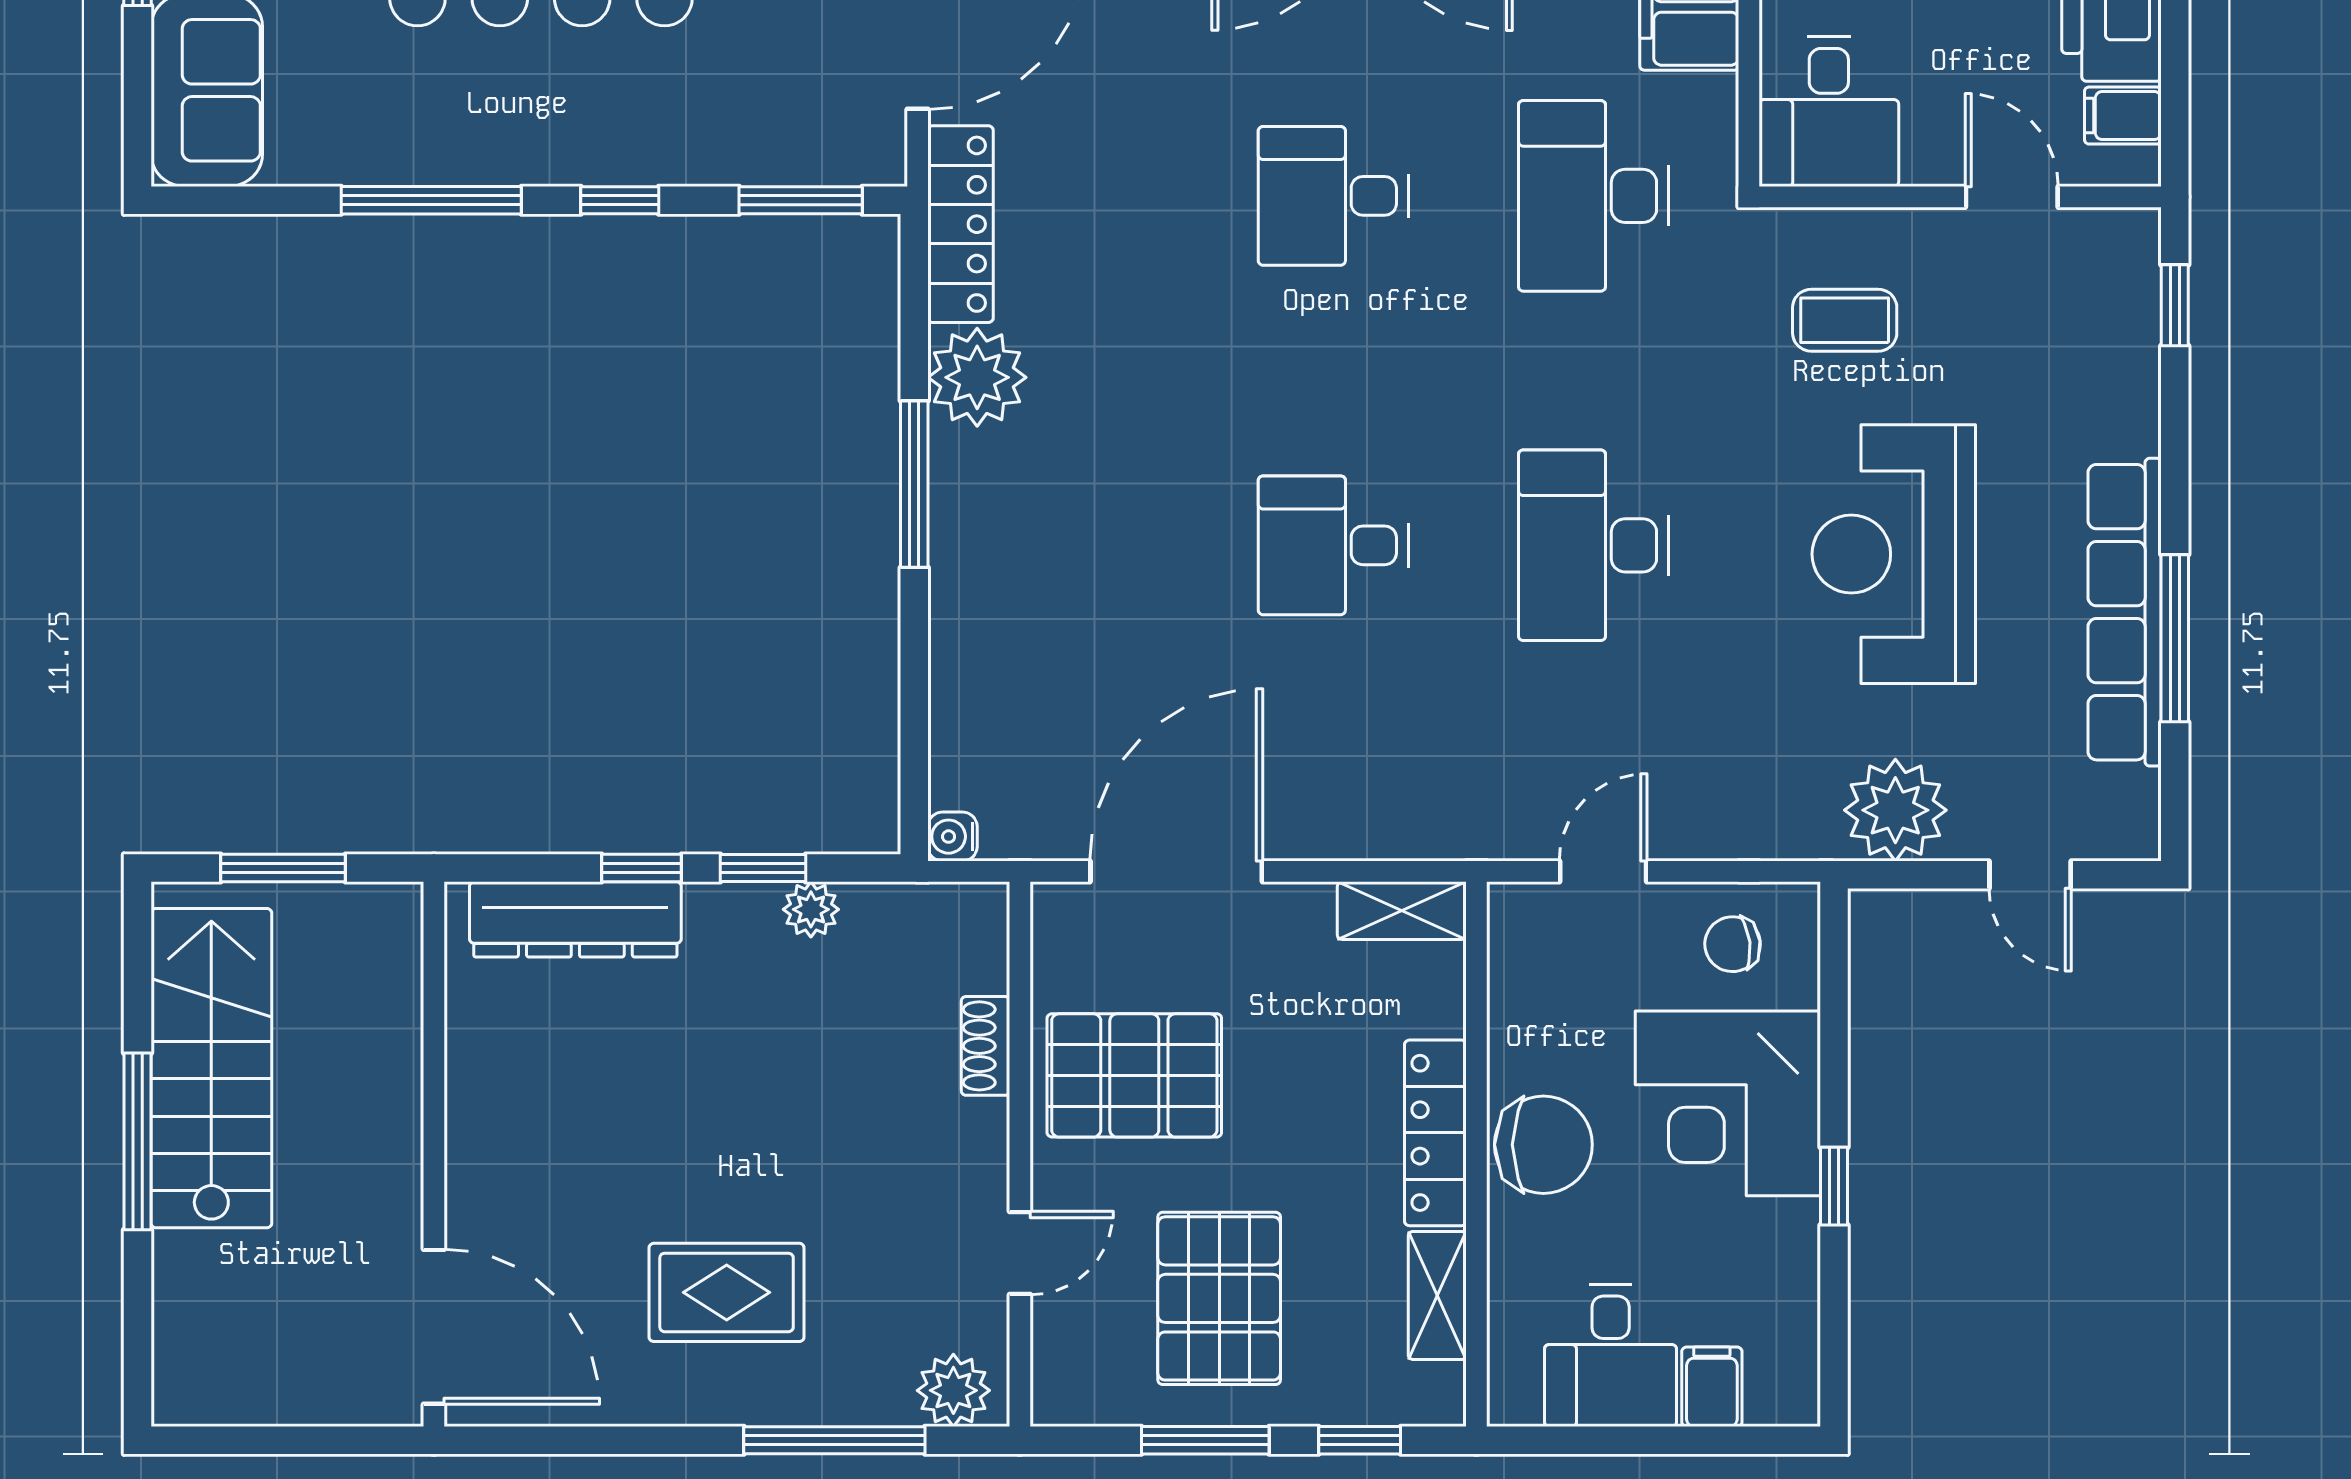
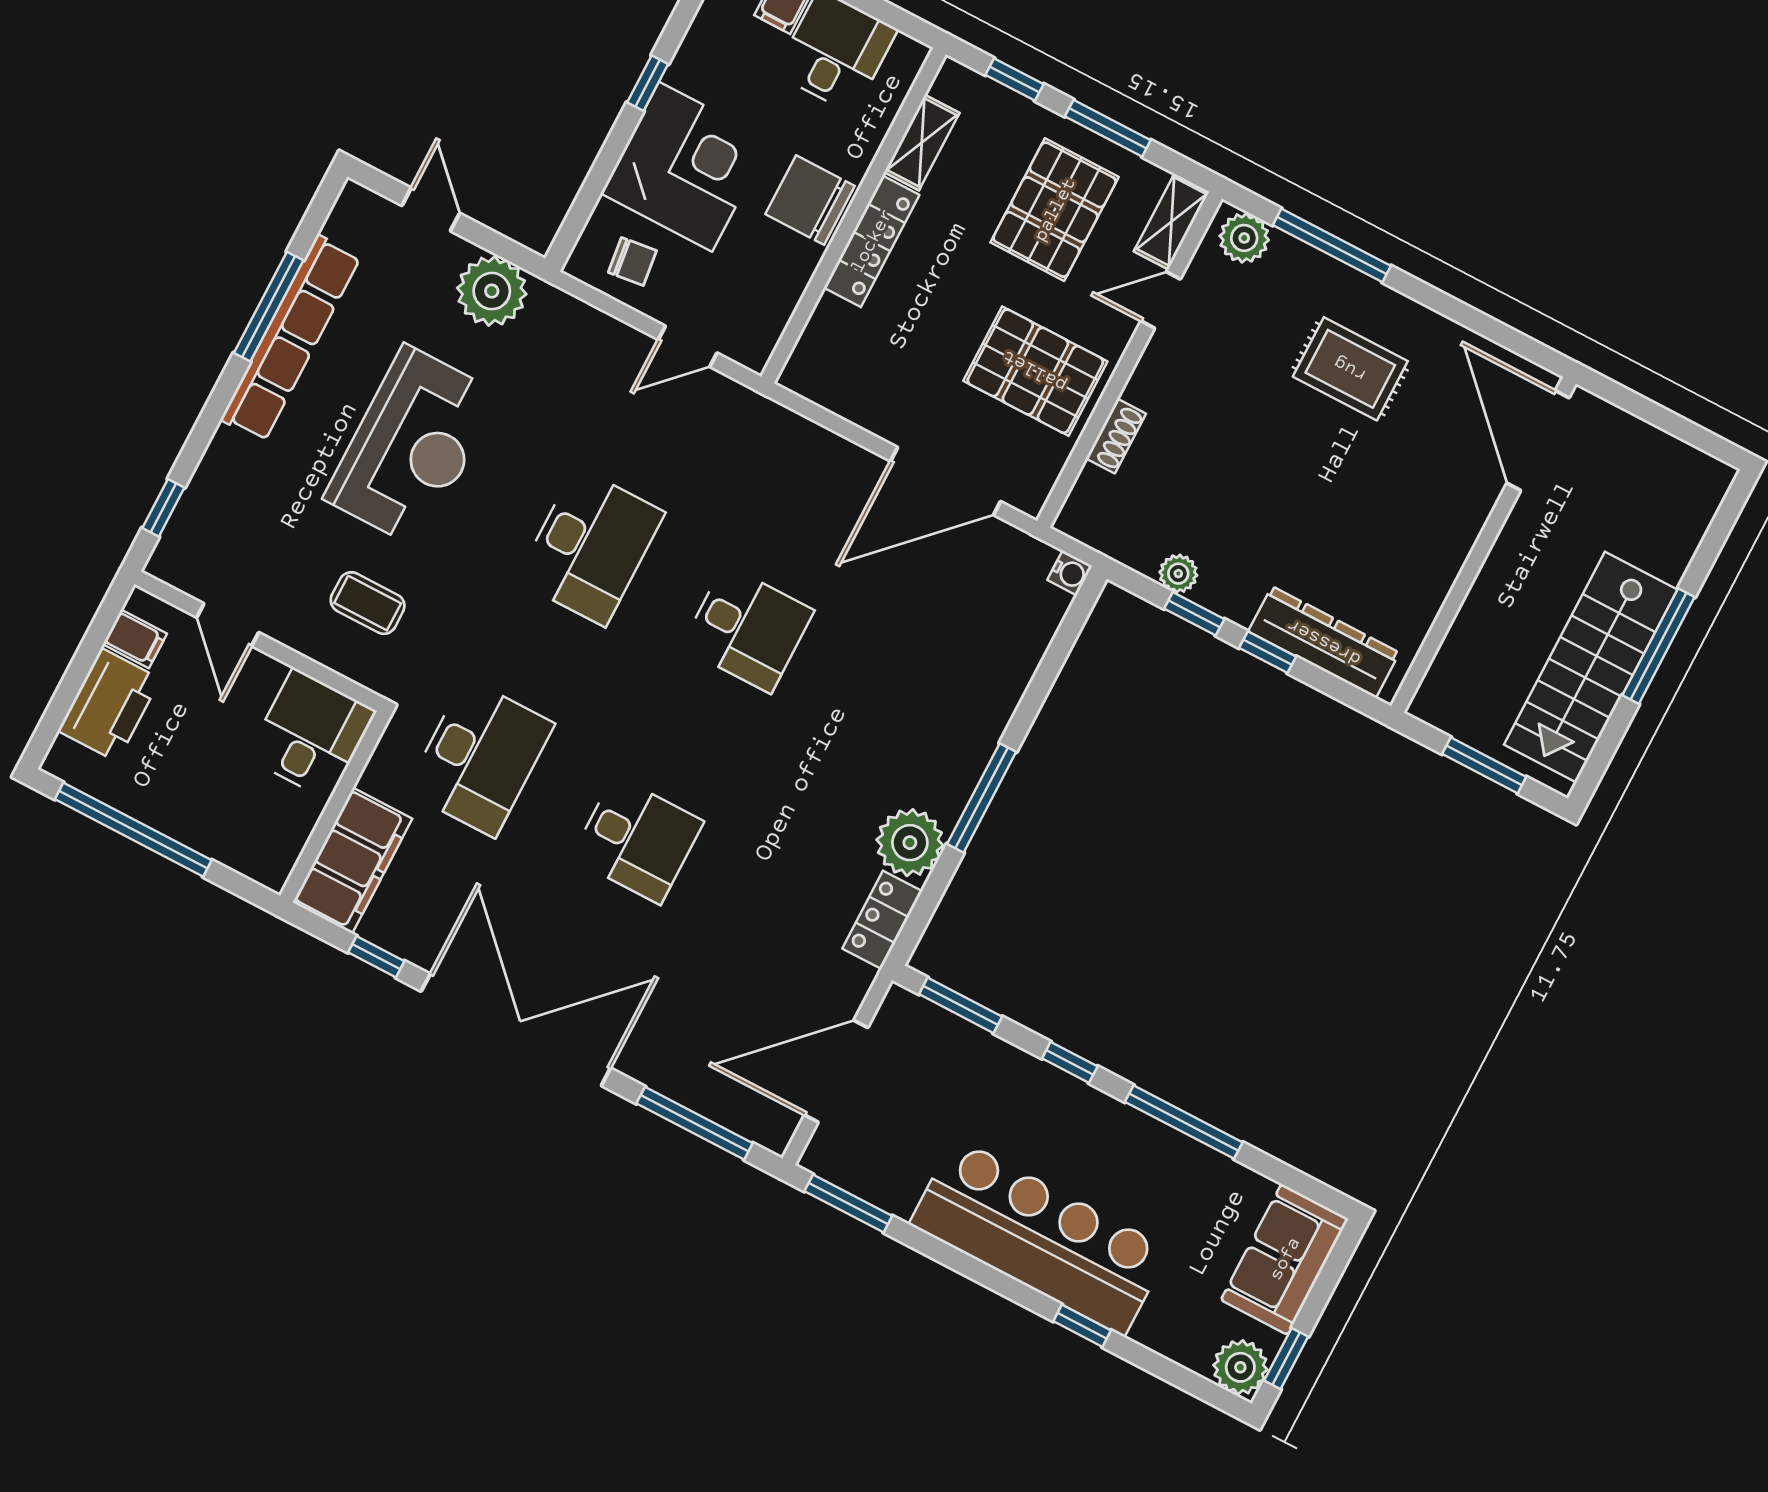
locker: (960, 224) -> (882, 920), width x0.66
shelving: (1402, 911) -> (1171, 222), moved, turned 90

